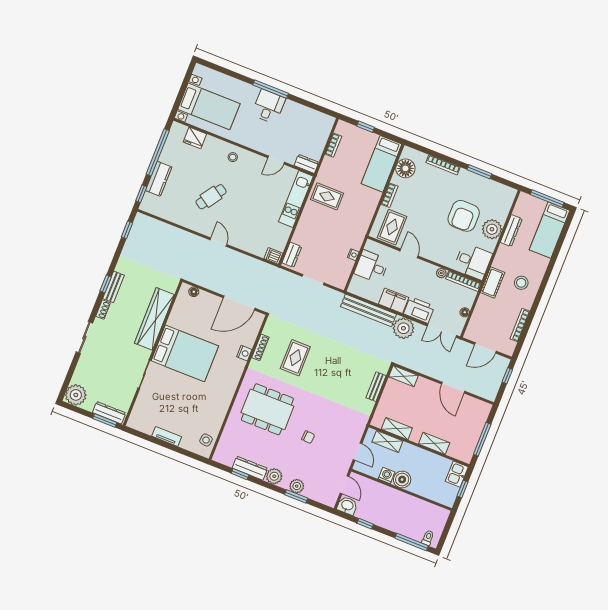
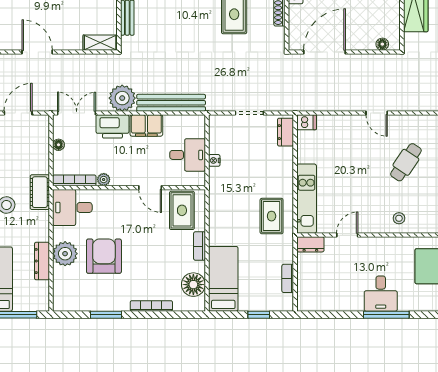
rug: (327, 196) -> (272, 216), turned 90

